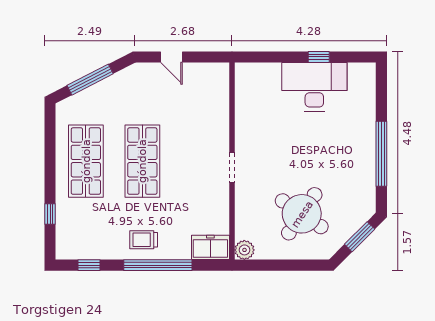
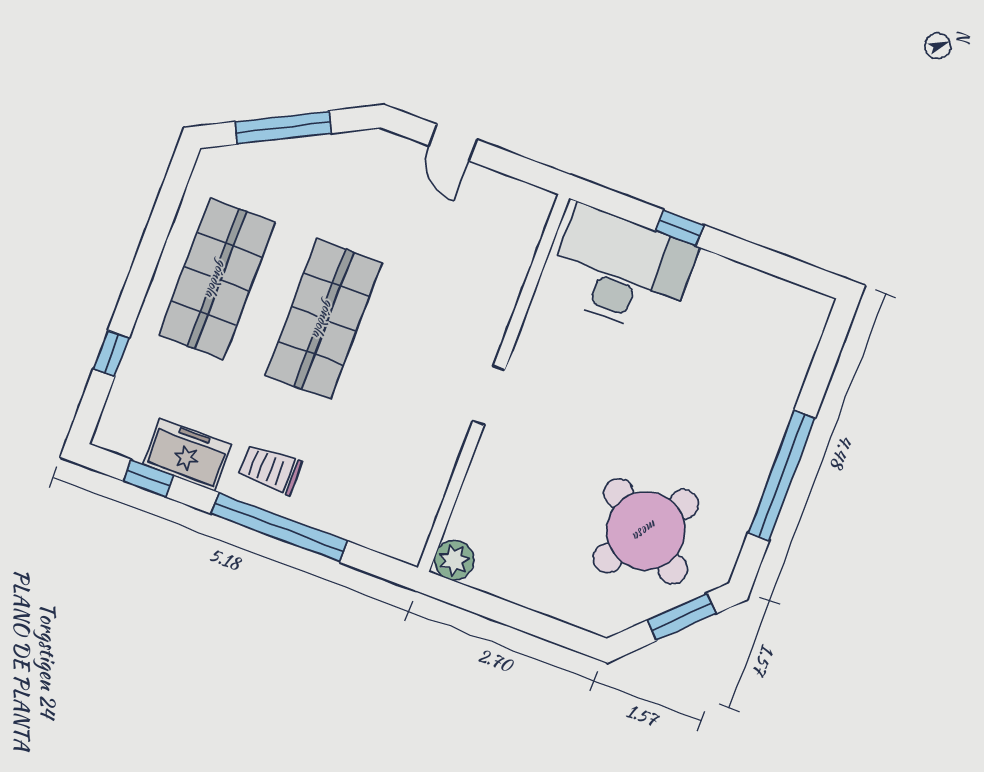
window: (319, 57) -> (680, 228), moved
desk: (314, 87) -> (622, 270), moved
round table: (302, 214) -> (646, 531), moved
freezer: (210, 247) -> (187, 455), moved

